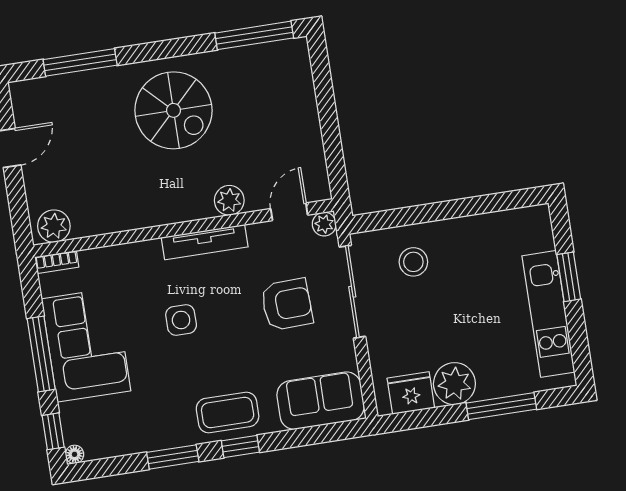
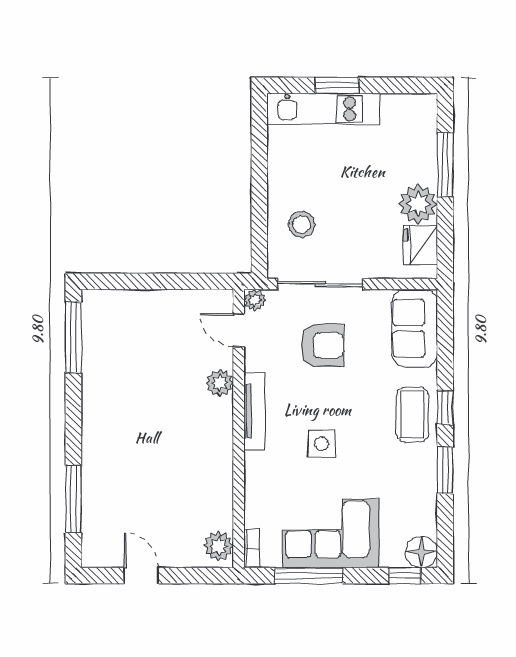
spiral stairs: (173, 110) -> (130, 421), removed
armchair: (287, 304) -> (322, 345), turned 92
kitchen unit: (548, 314) -> (324, 109), moved
window: (41, 354) -> (309, 576), moved
floor lamp: (74, 454) -> (421, 552), width x1.89, depth x1.89

